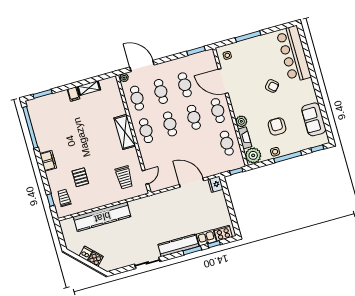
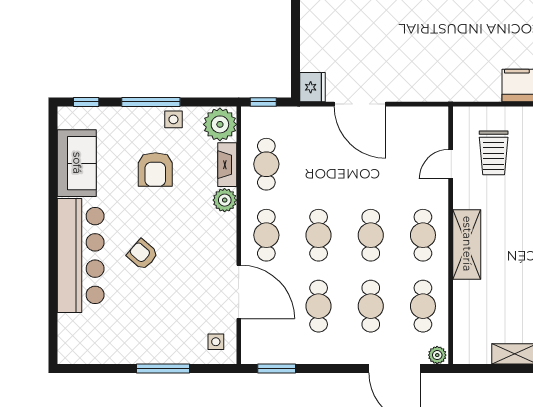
bar counter: (294, 54) -> (81, 256), moved
trolley: (124, 177) -> (494, 153), turned 180
door: (145, 177) -> (451, 164), moved

